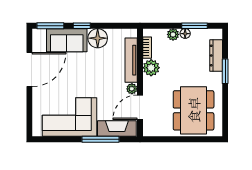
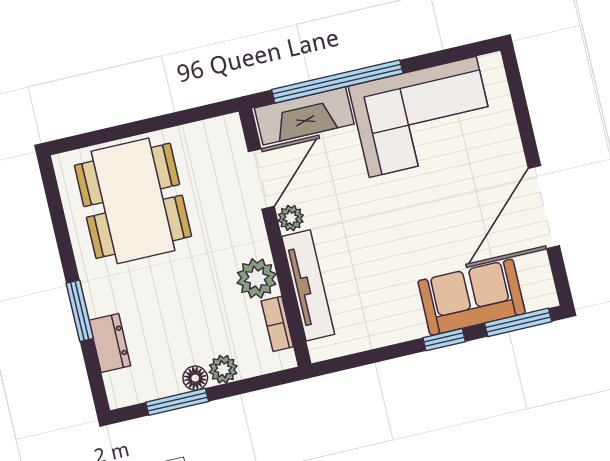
floor lamp: (98, 38) -> (399, 319), removed
dresser: (216, 56) -> (110, 343), width x0.70
window: (100, 139) -> (337, 81), width x1.46

